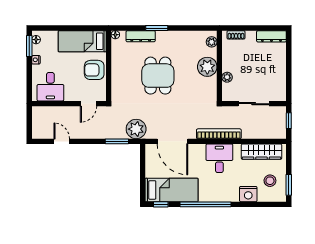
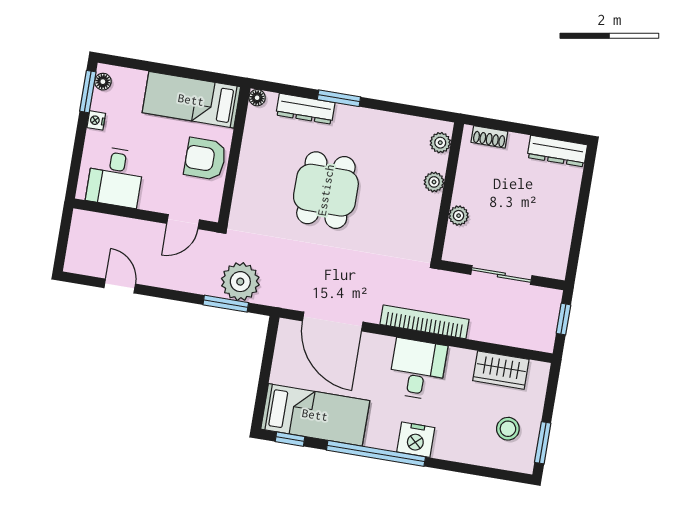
plant: (207, 67) -> (434, 182), width x0.53, depth x0.53
plant: (136, 129) -> (240, 282), moved
wardrobe: (261, 152) -> (501, 370), width x0.67
nightstand: (248, 194) -> (416, 440), moved

